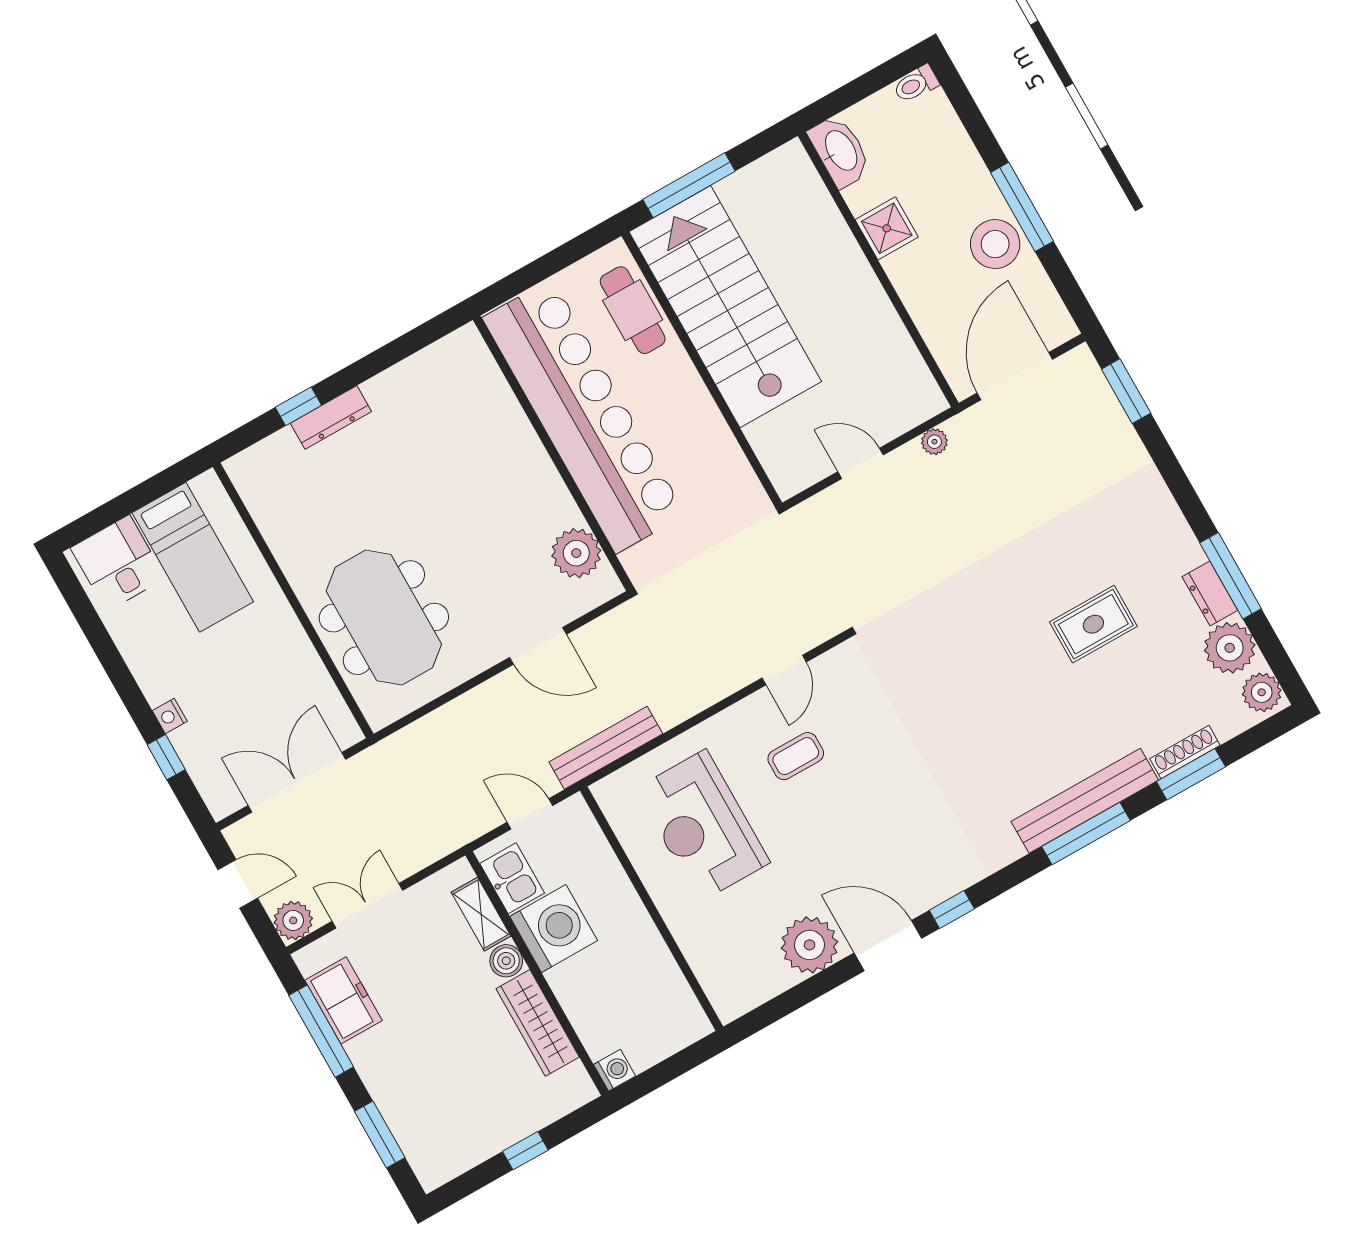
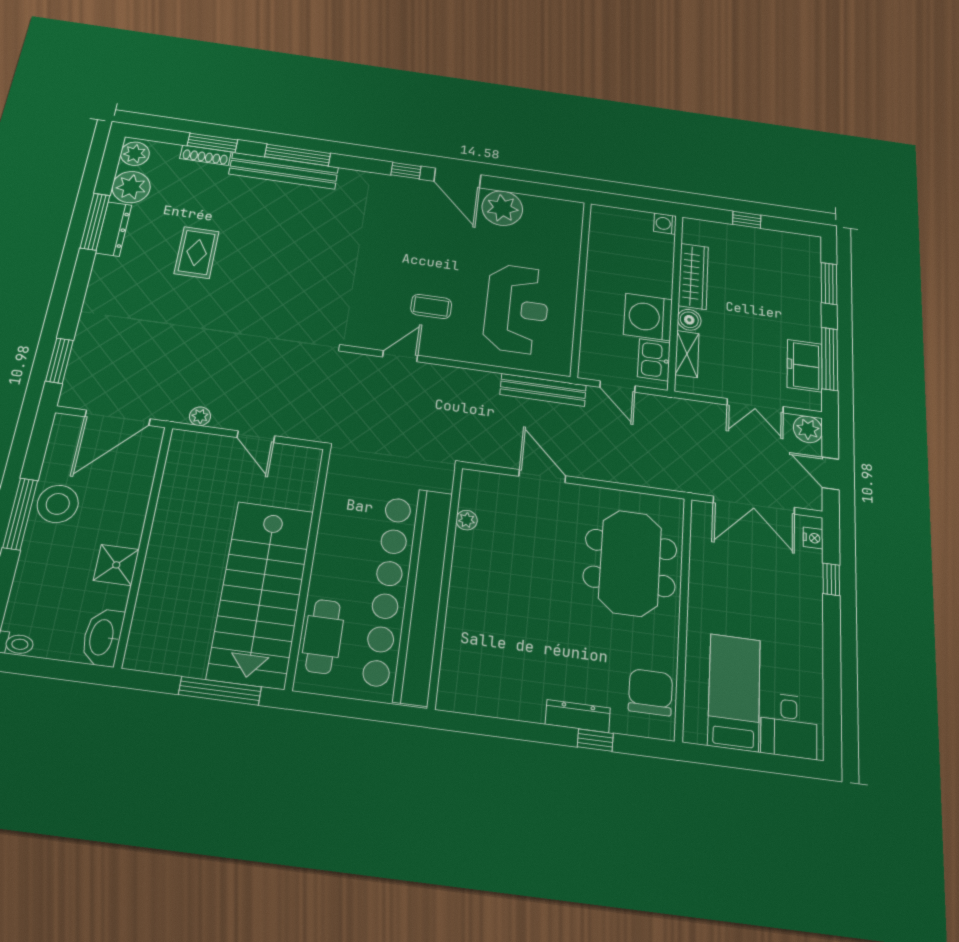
chair: (276, 495) -> (650, 692), added
plant: (576, 553) -> (467, 520), width x0.53, depth x0.53
dresser: (1210, 594) -> (114, 229), width x1.44
rug: (1093, 624) -> (197, 253), turned 90
nightstand: (170, 716) -> (813, 538), moved

